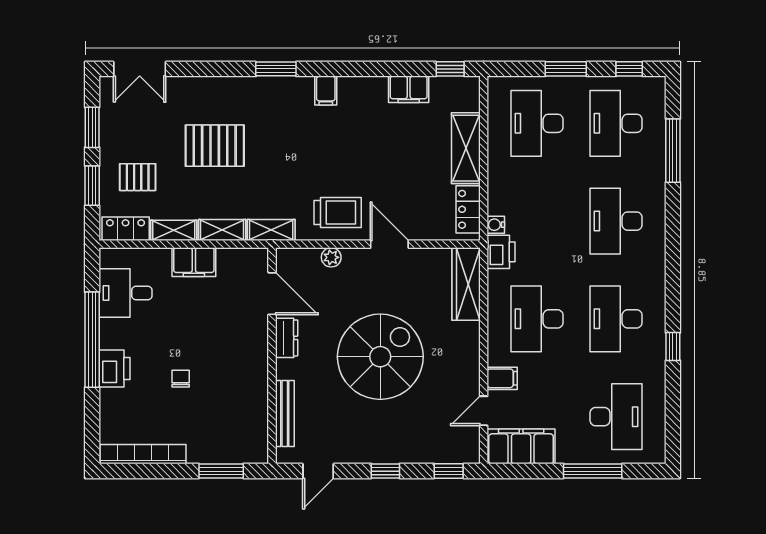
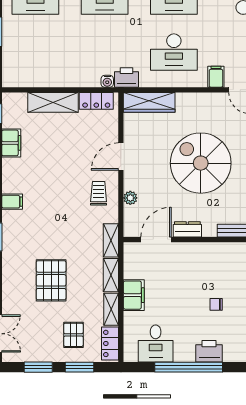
desk: (537, 123) -> (35, 52), removed
trolley: (338, 213) -> (99, 193), width x0.73, depth x0.72

